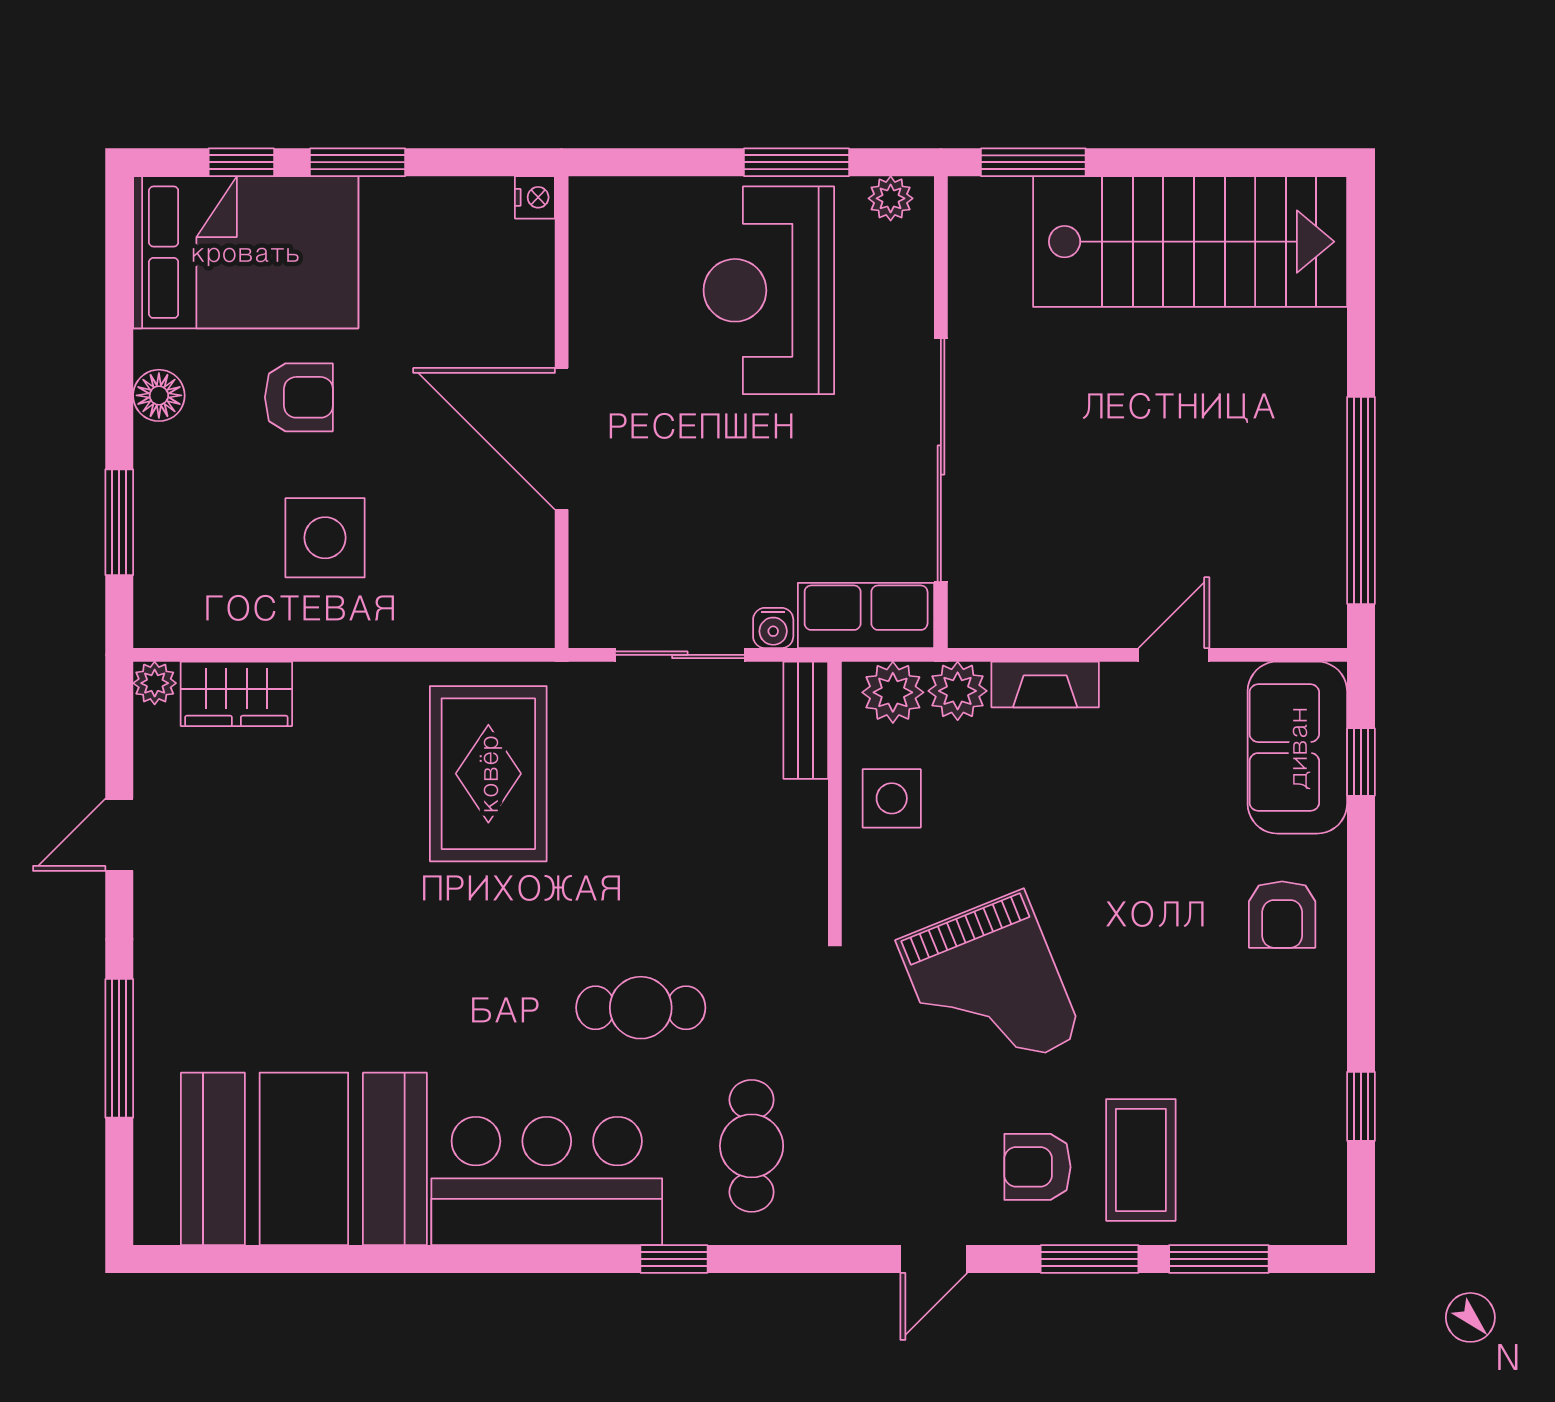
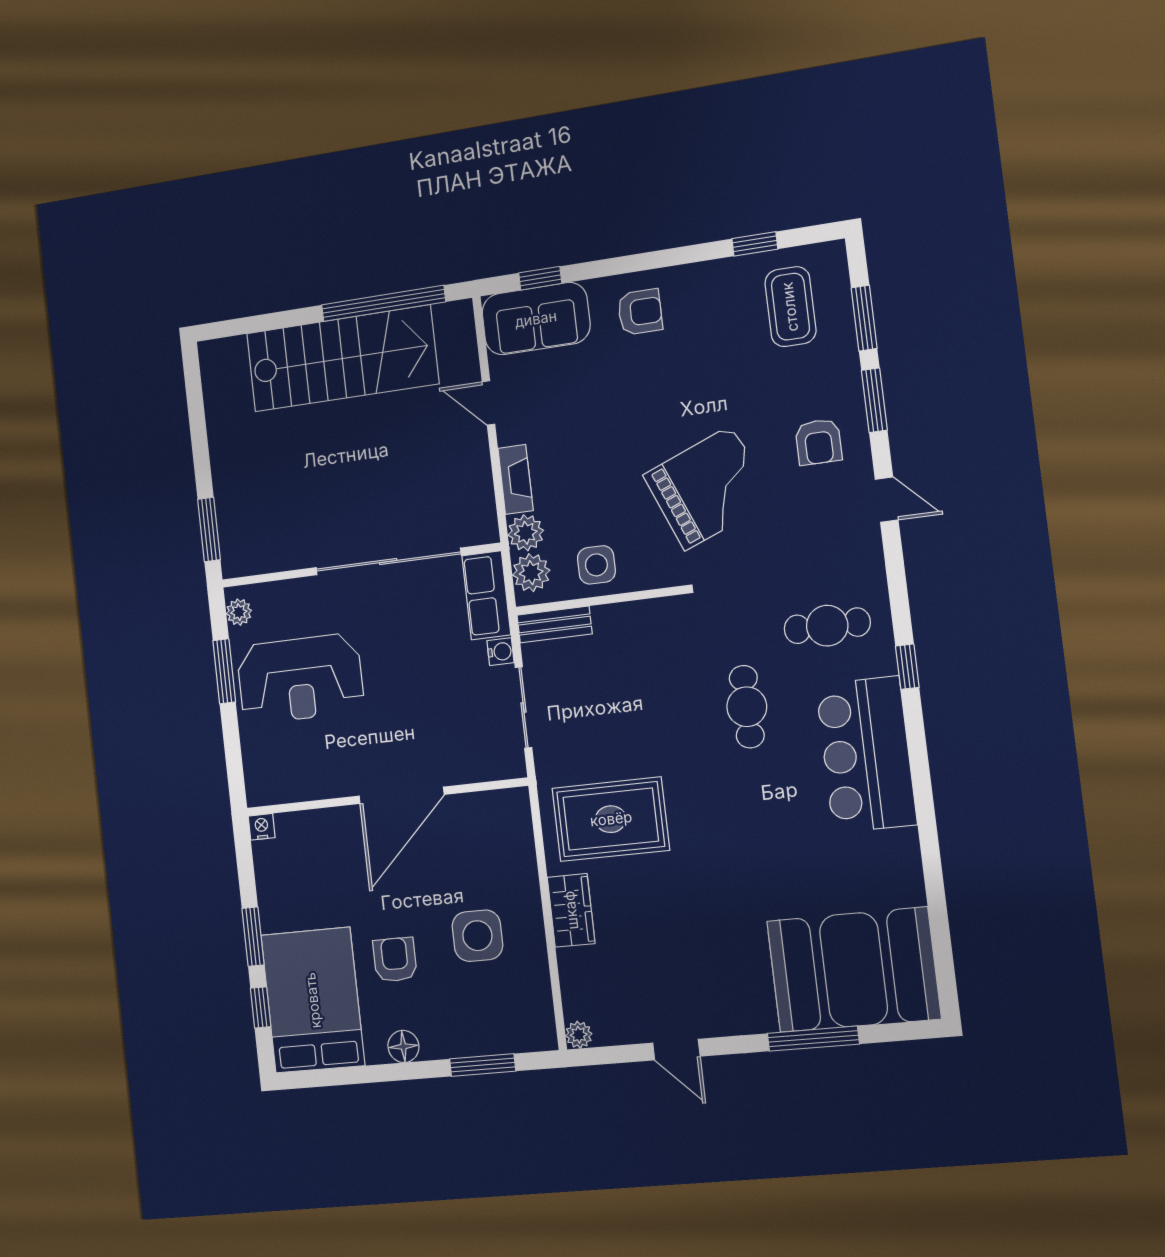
stairs: (1190, 242) -> (342, 359), moved, turned 90
wardrobe: (236, 694) -> (571, 910), moved
booth: (304, 1159) -> (854, 970), moved, turned 90
coffee table: (1141, 1160) -> (790, 307), moved, turned 90

